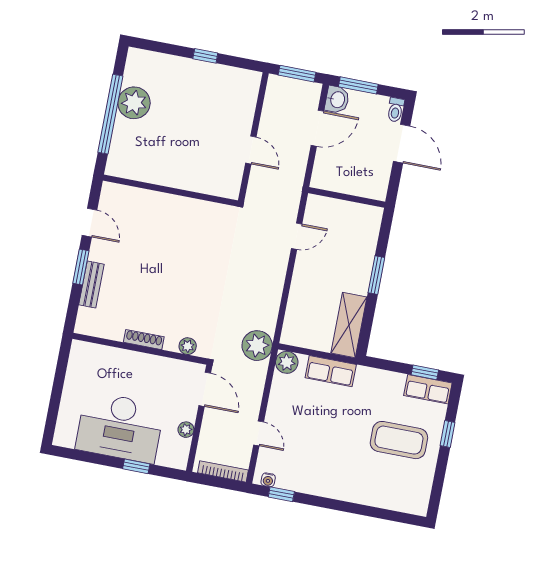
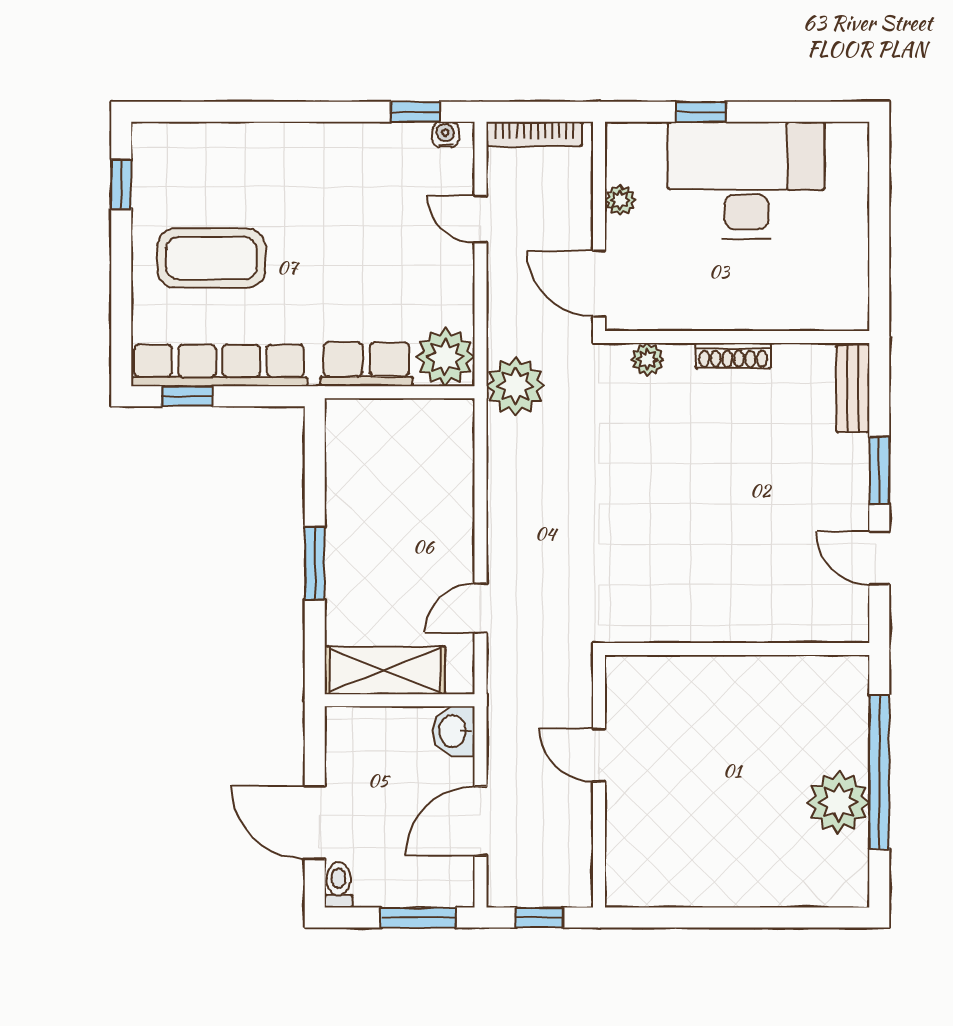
window: (205, 56) -> (720, 917), removed
window: (297, 74) -> (539, 917), width x0.67
washbasin: (337, 100) -> (454, 731), moved
bench: (91, 284) -> (853, 389), moved
shelving: (349, 325) -> (385, 670), moved, turned 90
plant: (287, 362) -> (445, 357), width x1.36, depth x1.36
row of seats: (428, 389) -> (219, 365), width x2.02
window: (447, 434) -> (121, 184), moved

